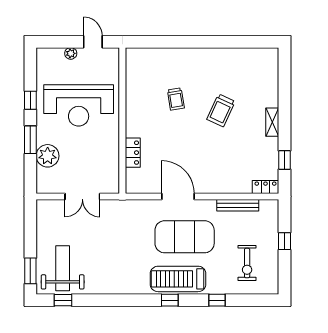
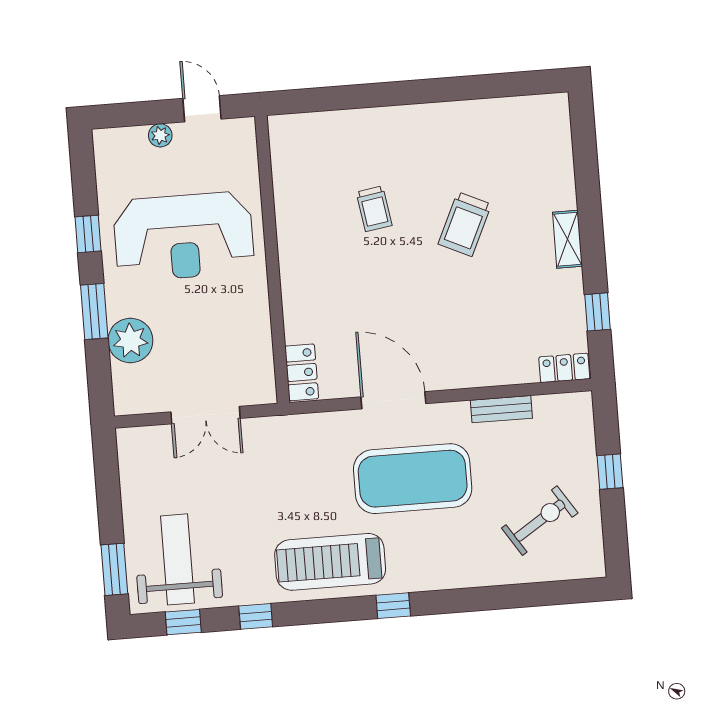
locker: (133, 153) -> (302, 372), moved
bench: (238, 205) -> (501, 409), width x0.73
exercise bike: (247, 263) -> (540, 521), turned -123
treadmill: (178, 279) -> (330, 562), moved
window: (217, 300) -> (256, 616), moved

